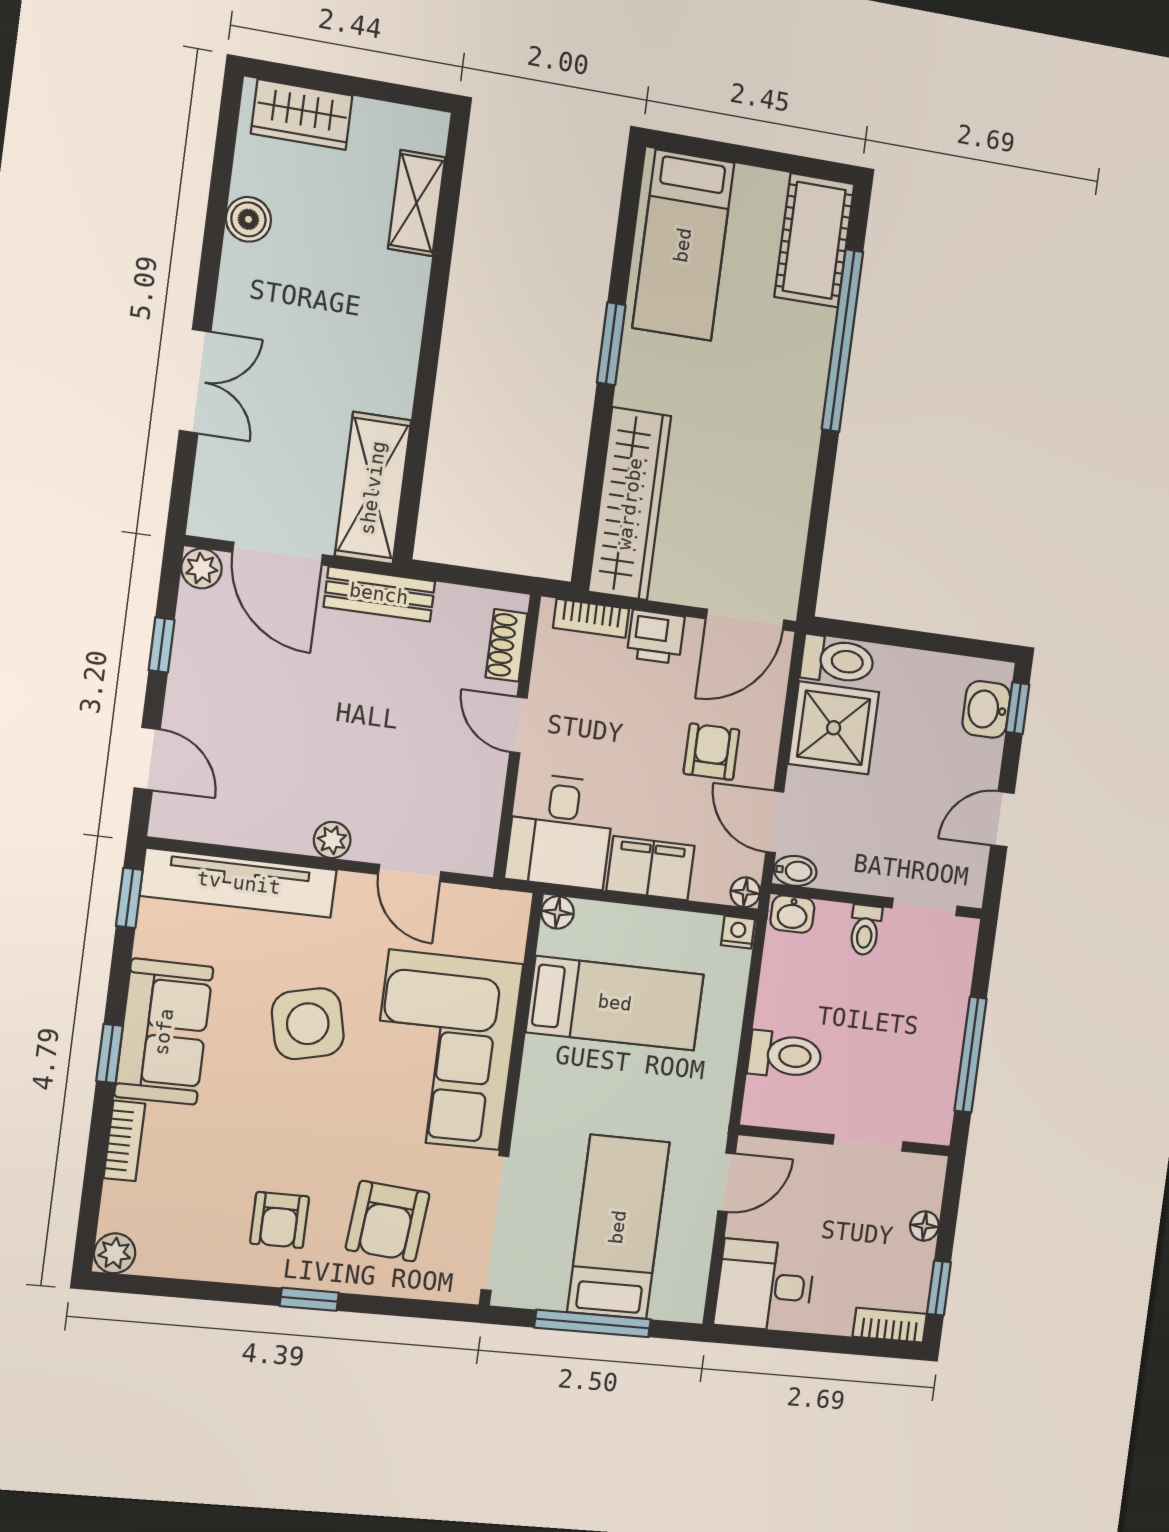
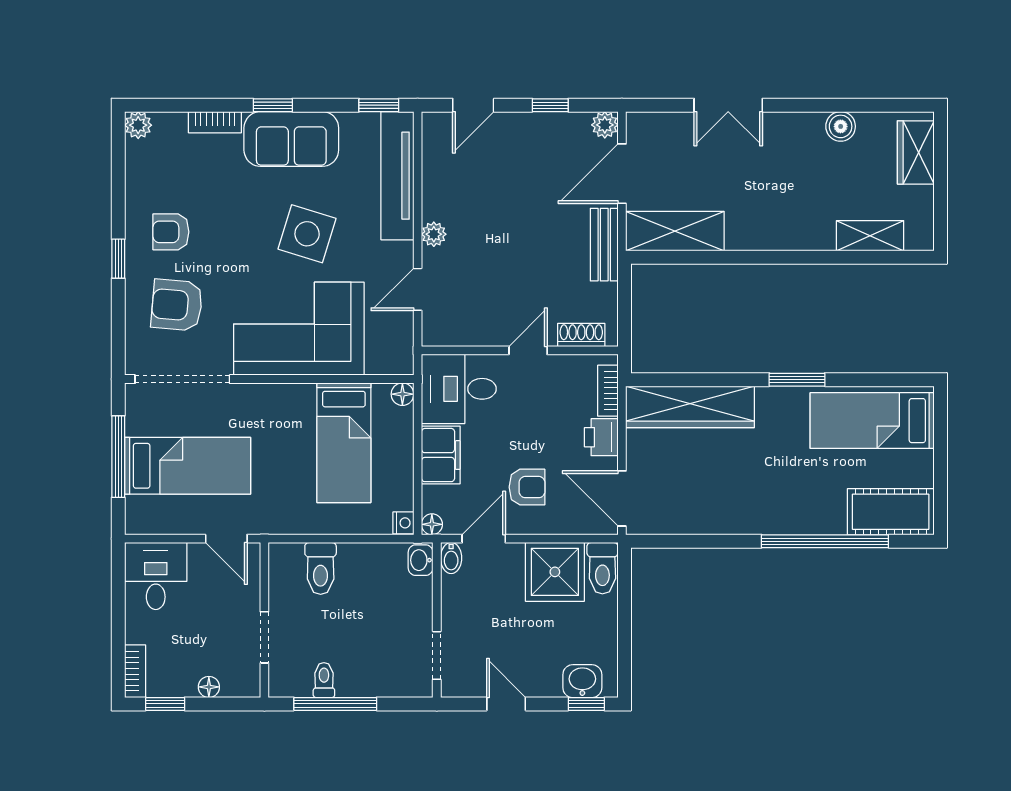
toilet: (865, 930) -> (324, 680), moved, turned 90
side table: (308, 1024) -> (307, 234), turned 30

